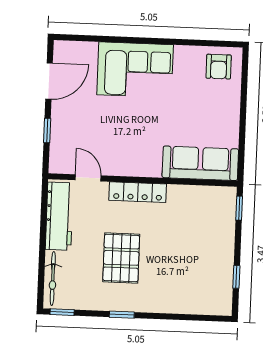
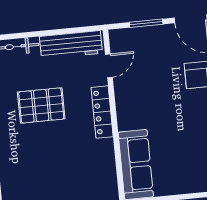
window: (47, 130) -> (146, 23), width x1.50

